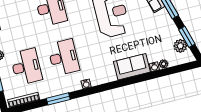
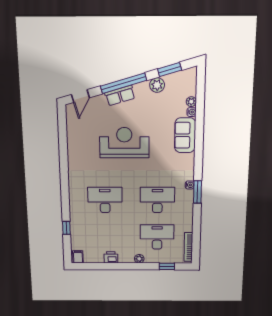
plant: (180, 46) -> (157, 85), moved
window: (58, 99) -> (197, 192), moved

